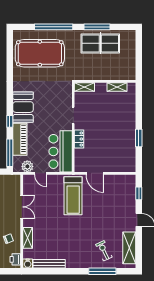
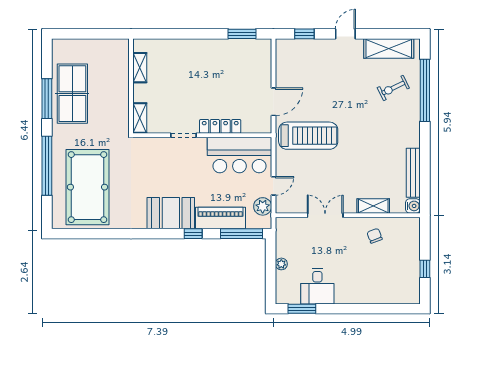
window: (139, 138) -> (242, 34), moved
locker: (79, 139) -> (220, 126), width x1.53
printer: (15, 259) -> (407, 225), removed
window: (102, 271) -> (425, 90), width x1.46

